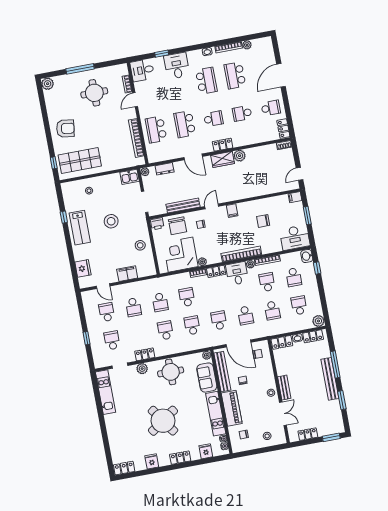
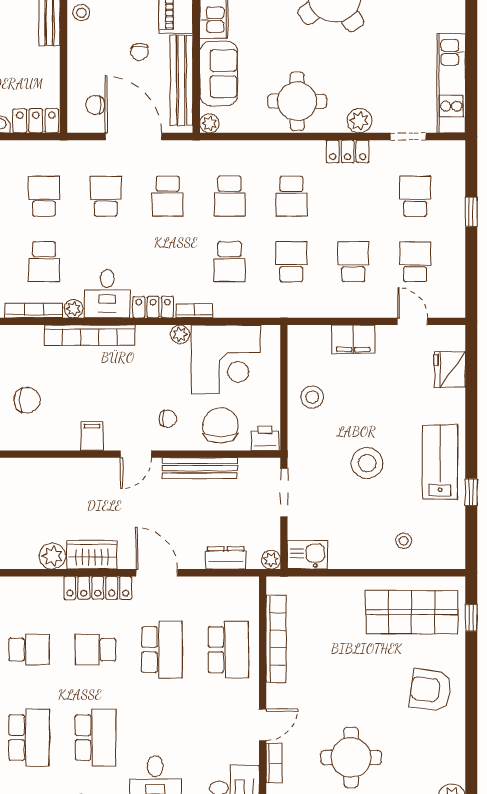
school desk: (206, 81) -> (95, 738), turned 180
locker: (223, 145) -> (98, 588), width x1.53
school desk: (107, 312) -> (415, 262), turned 180
school desk: (112, 340) -> (415, 196), turned 180

